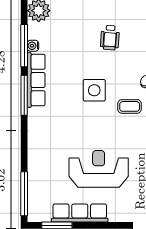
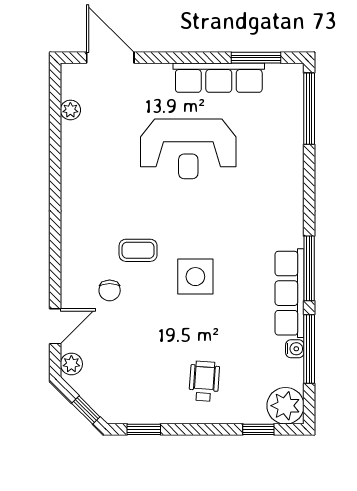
wheelchair: (110, 38) -> (204, 381), moved

